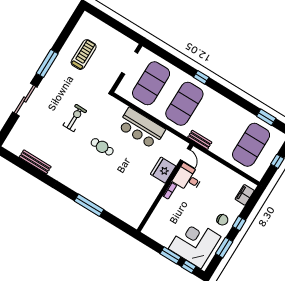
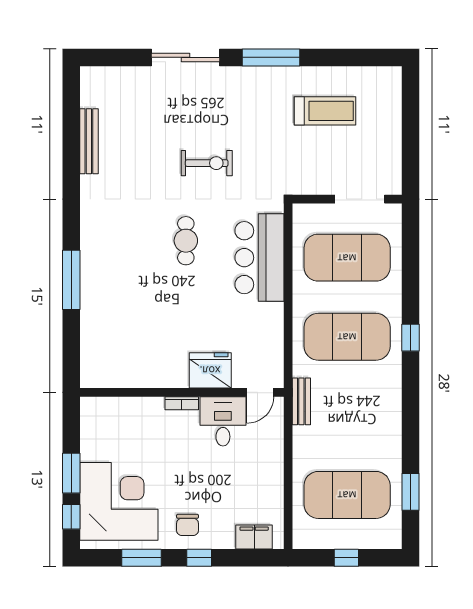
bar counter: (141, 128) -> (259, 258), moved

